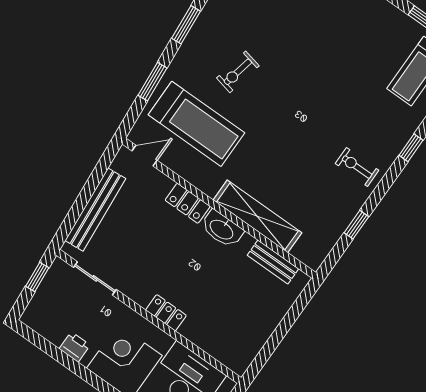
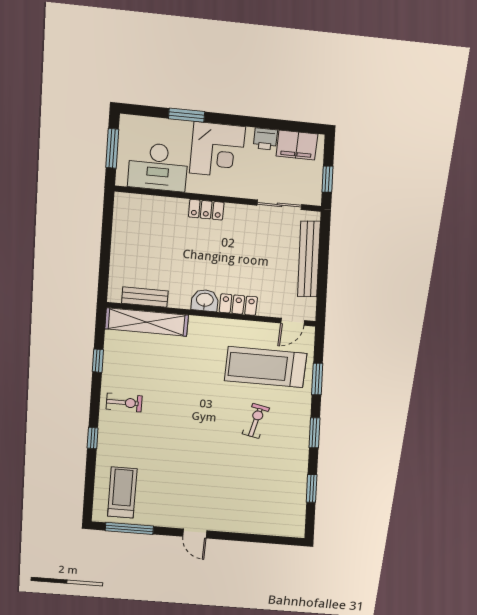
shelving: (257, 216) -> (147, 322), moved
washbasin: (222, 229) -> (205, 300), width x0.72
filing cabinet: (49, 325) -> (297, 145), added

